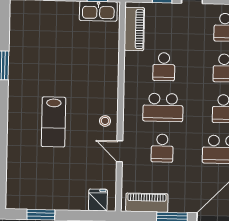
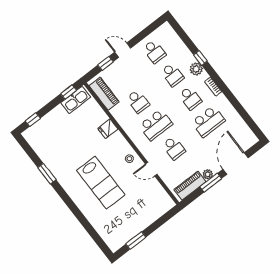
lab bench: (53, 122) -> (101, 183), width x1.36, depth x1.39
fridge: (98, 200) -> (108, 129), moved, turned -90
plant: (176, 206) -> (208, 174), added

